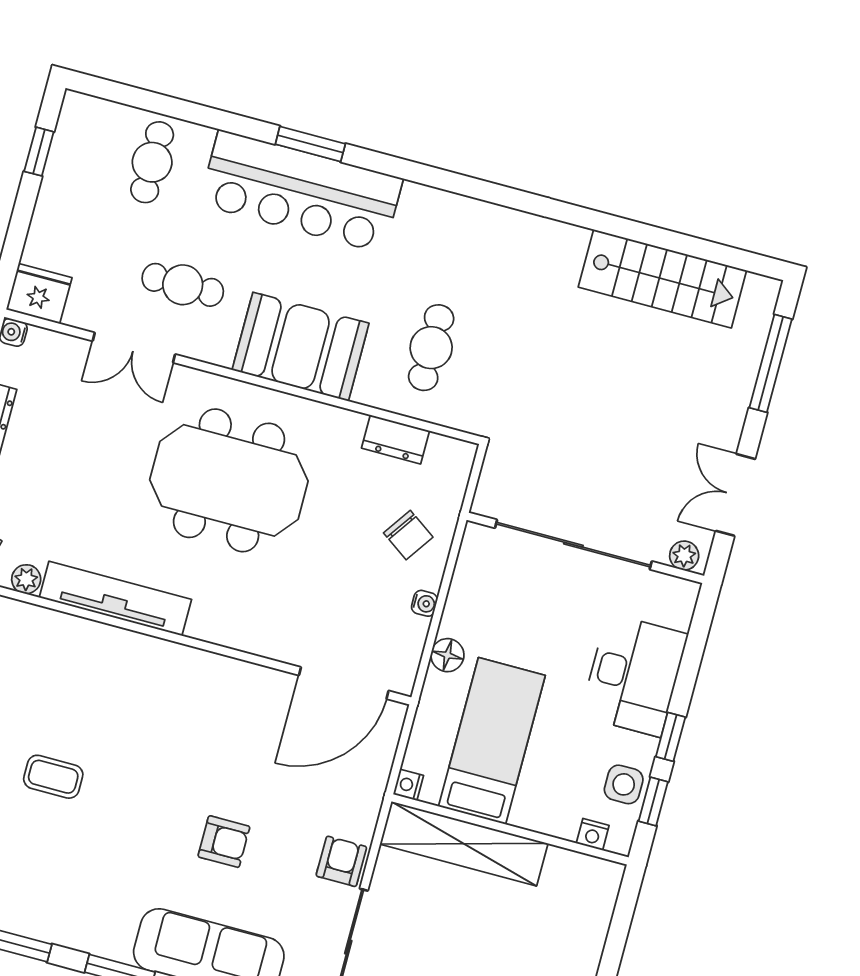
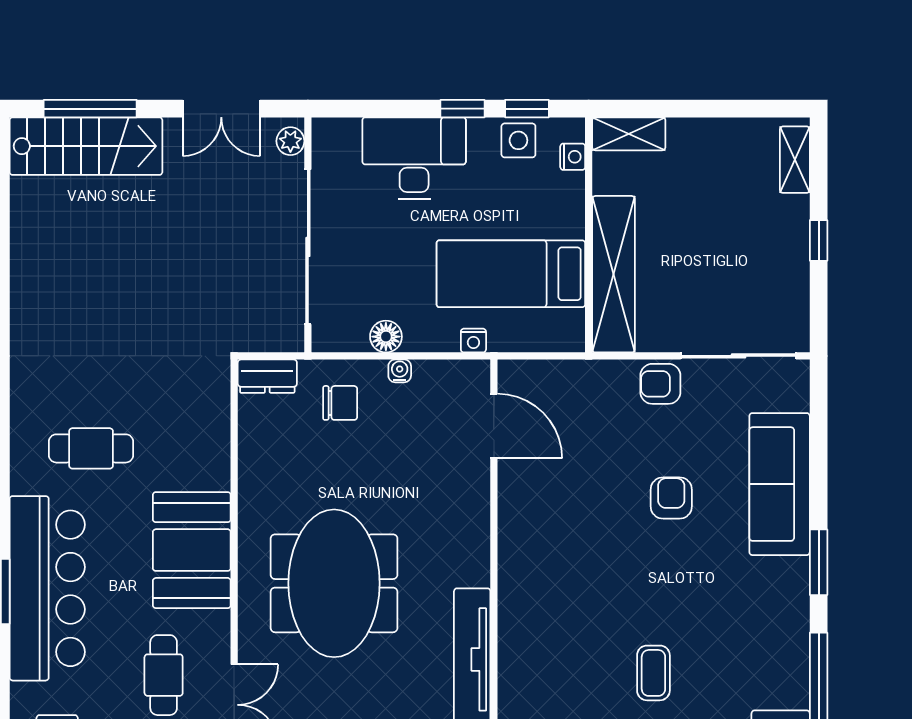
stairs: (662, 279) -> (86, 146), moved, turned 90
cafe table: (431, 348) -> (91, 448), moved
dresser: (395, 439) -> (267, 376), moved, turned 90
chair: (408, 535) -> (340, 403), turned 55
floor lamp: (447, 655) -> (386, 337), moved
door: (344, 683) -> (494, 426), width x0.73
nightstand: (408, 785) -> (473, 341), moved
shelving: (601, 897) -> (629, 134), added

